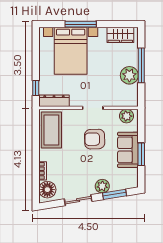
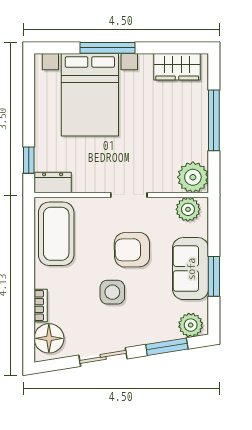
plant: (129, 75) -> (193, 177), moved
dresser: (54, 101) -> (53, 182), width x0.70
side table: (83, 163) -> (112, 292), added
plant: (102, 186) -> (191, 325), moved

